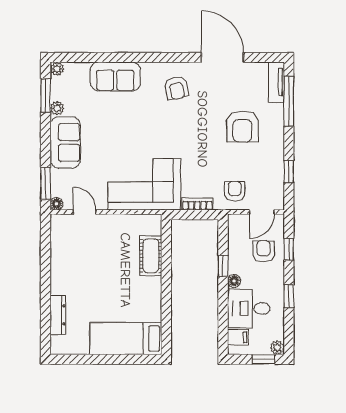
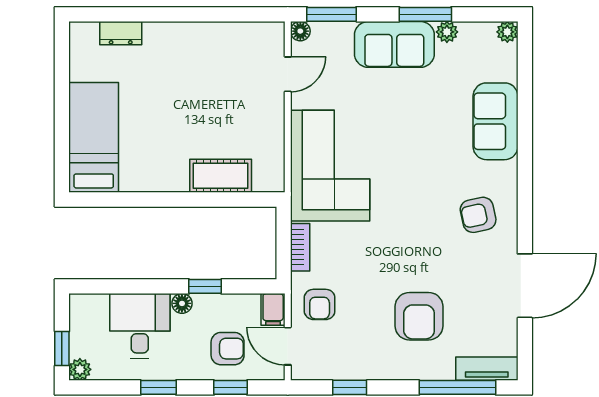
window: (46, 96) -> (425, 14), moved
armchair: (242, 126) -> (419, 316), turned -90
armchair: (235, 191) -> (320, 304), turned 90
dresser: (58, 315) -> (121, 33), width x0.70
filing cabinet: (238, 337) -> (273, 309), moved

